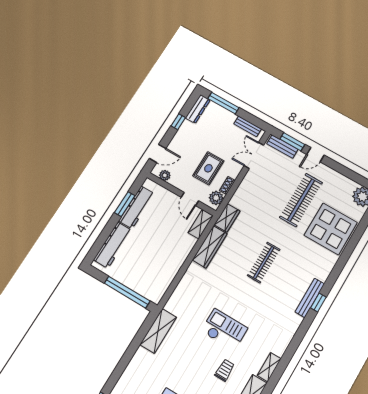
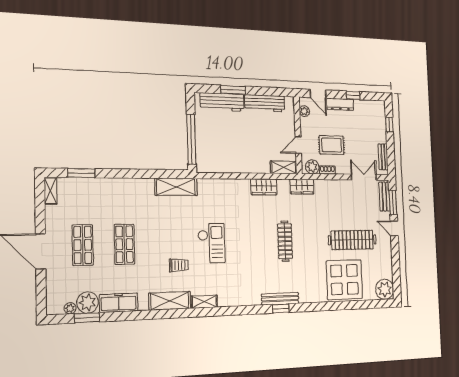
window: (223, 103) -> (389, 124), width x0.46
dresser: (198, 109) -> (340, 104), moved
window: (125, 204) -> (233, 90), moved
wardrobe: (210, 247) -> (264, 187), width x0.67
clothes rail: (264, 263) -> (285, 241), turned 90

